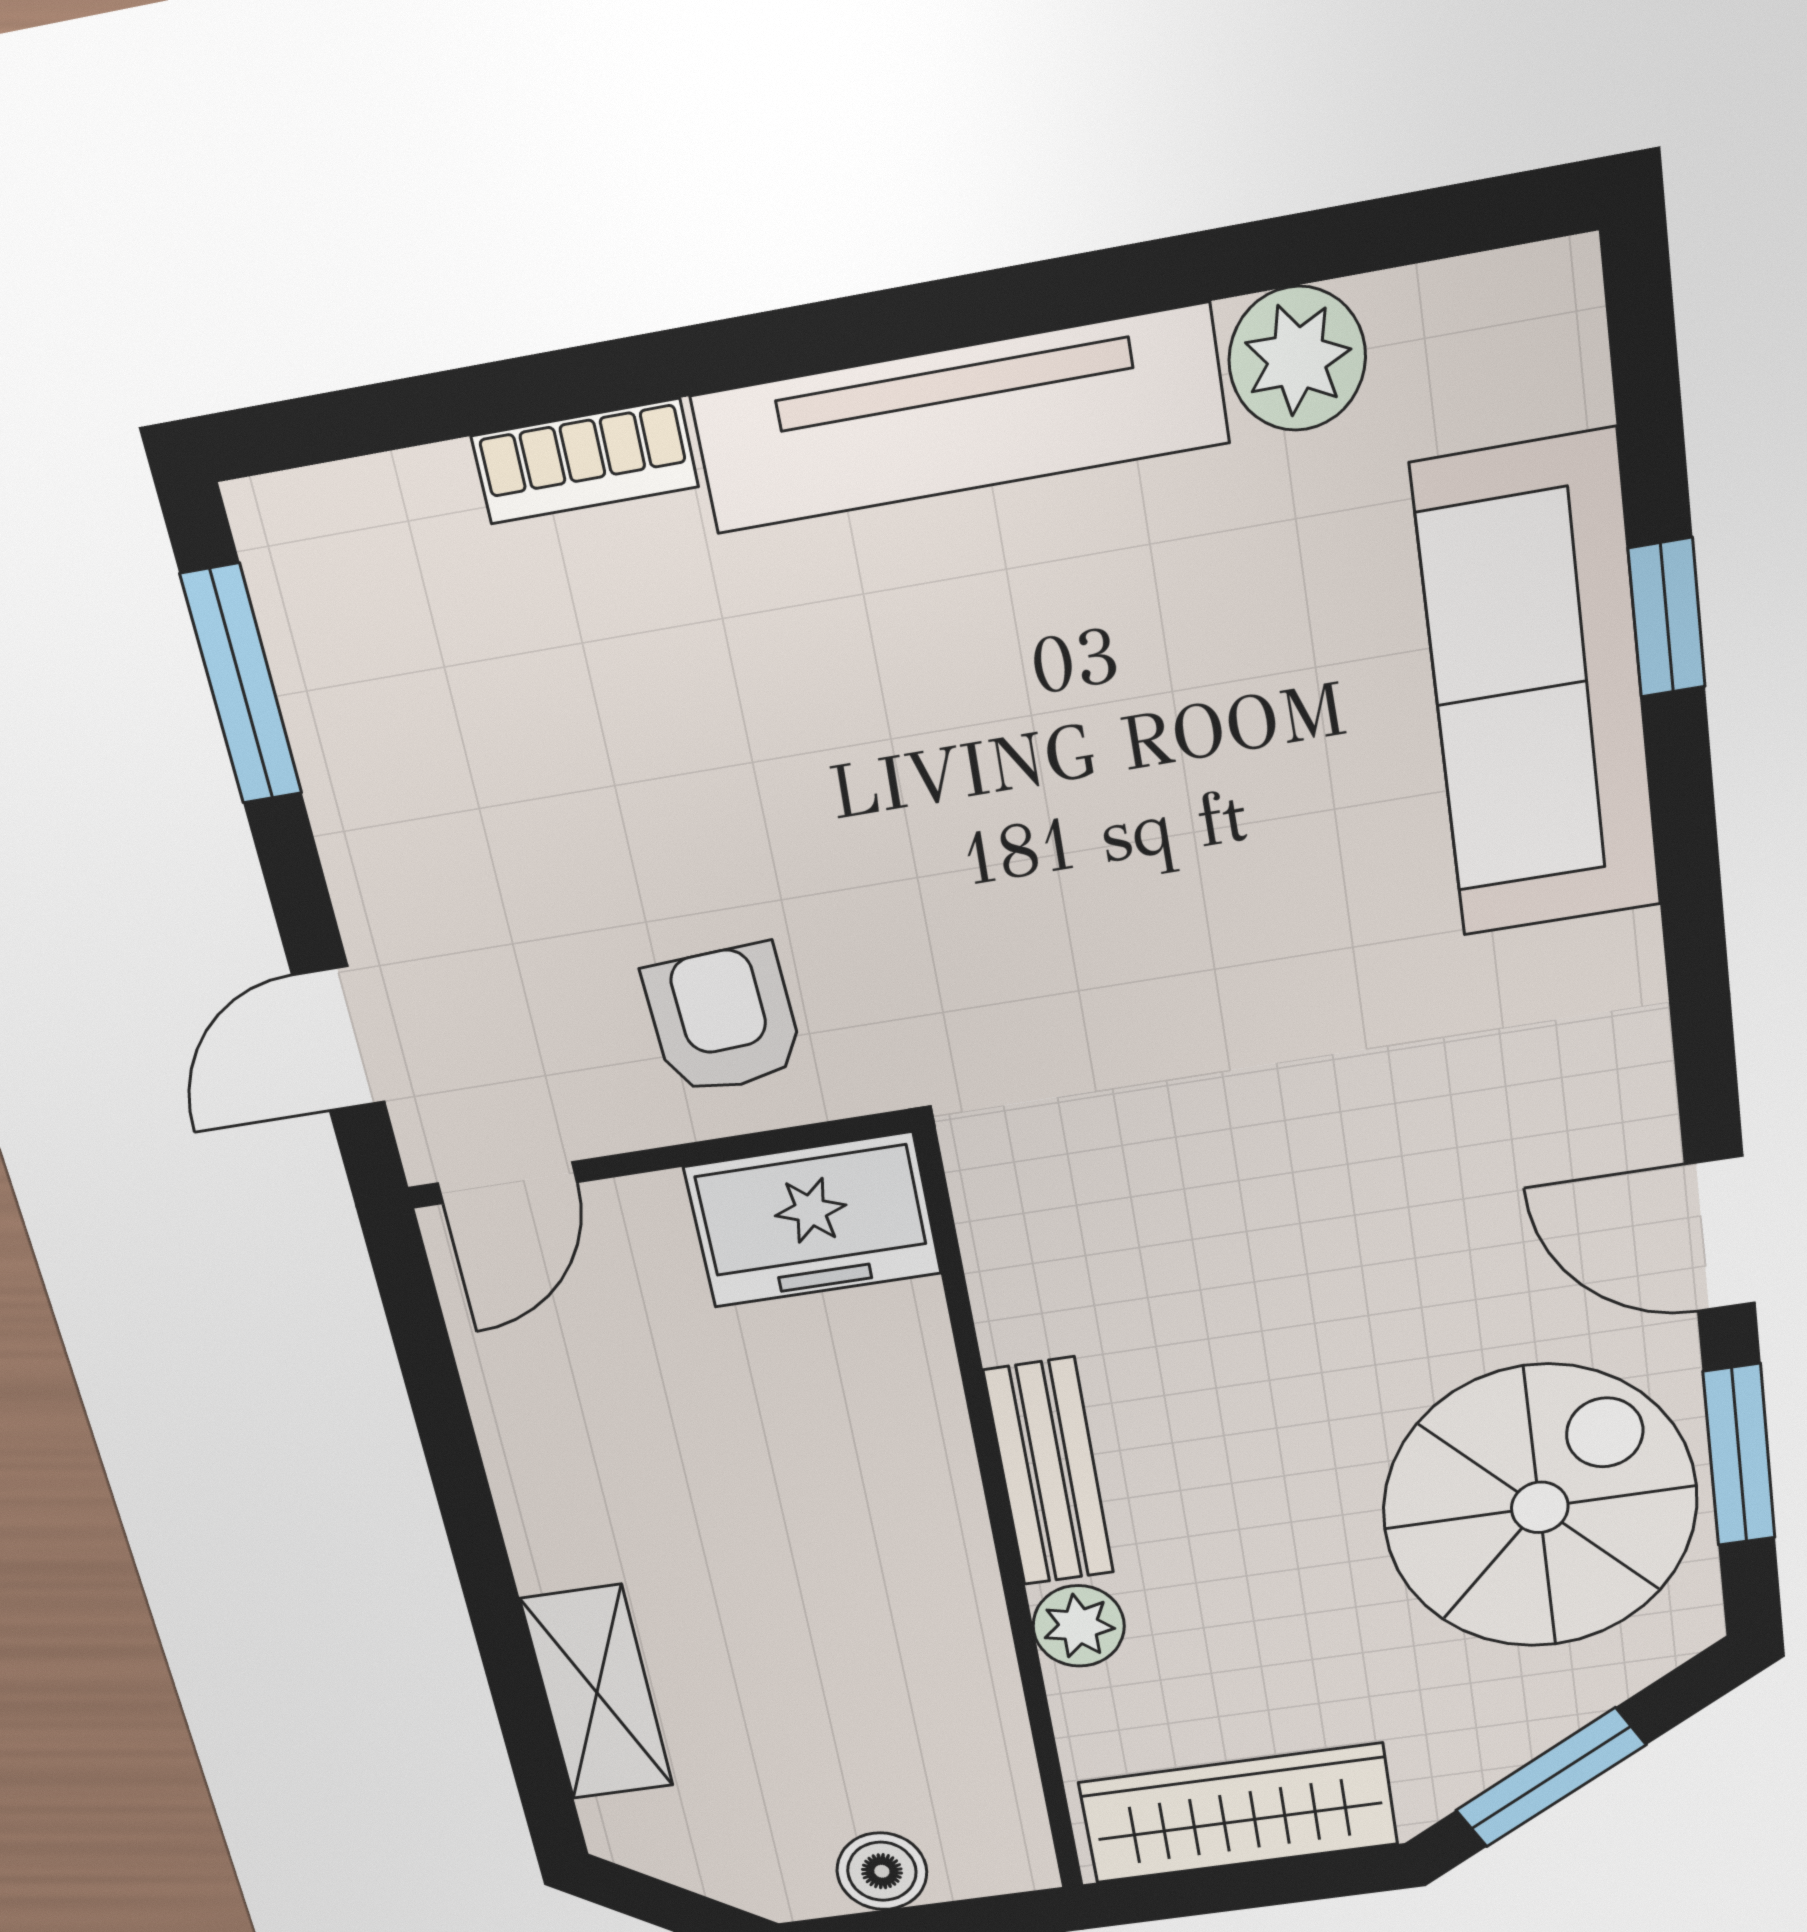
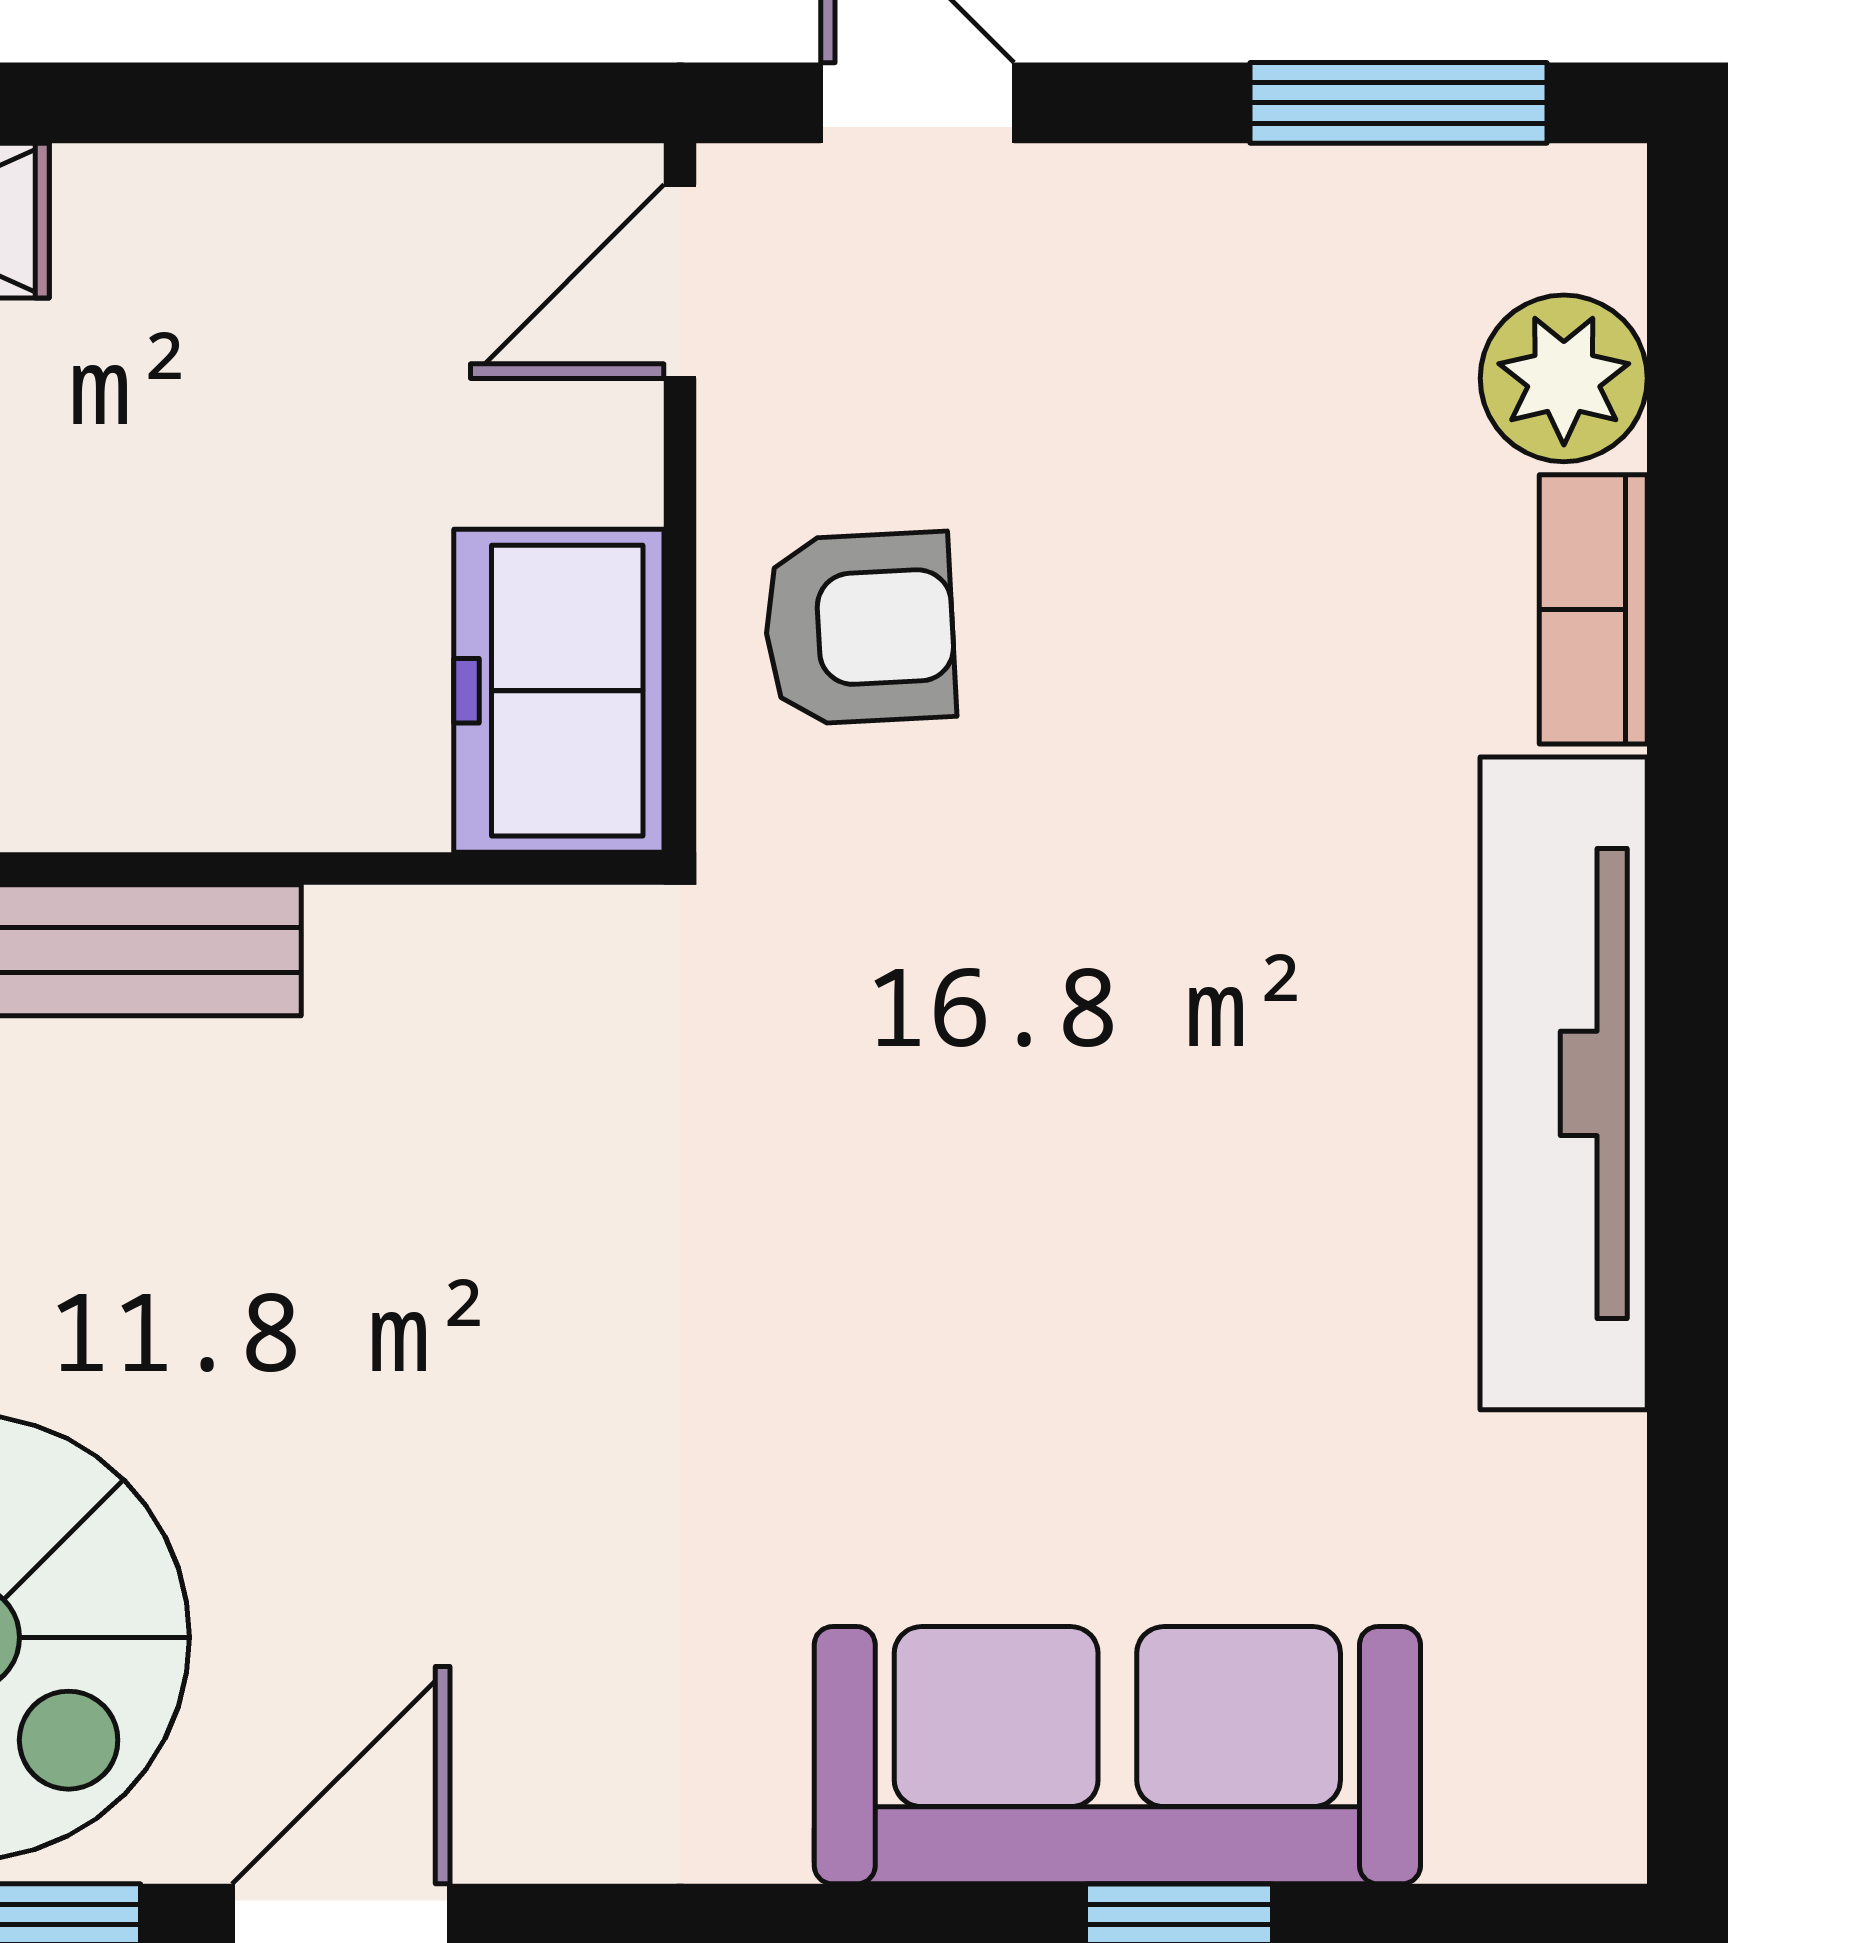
plant: (1297, 359) -> (1564, 378), moved
door: (507, 1183) -> (680, 281), hinge flipped

